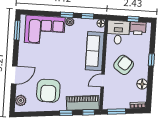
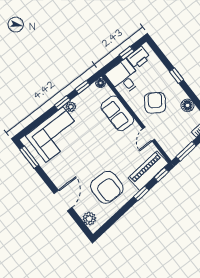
sofa: (95, 51) -> (117, 113), width x0.73

